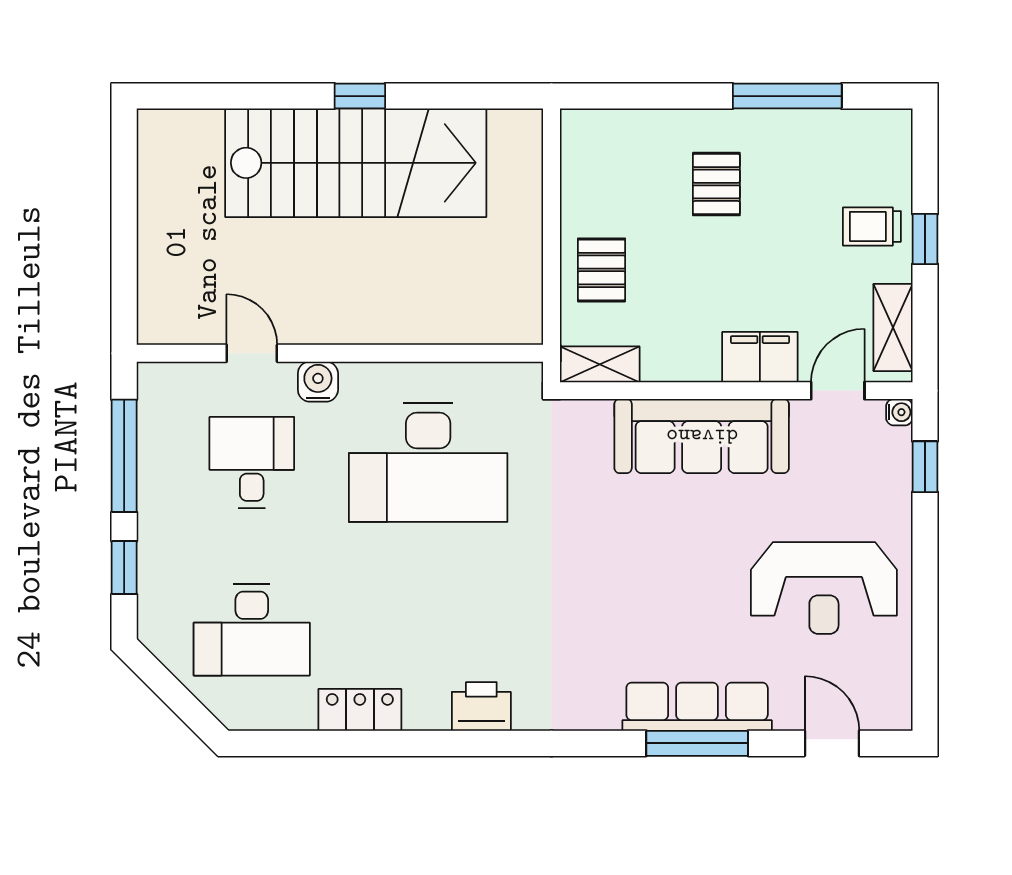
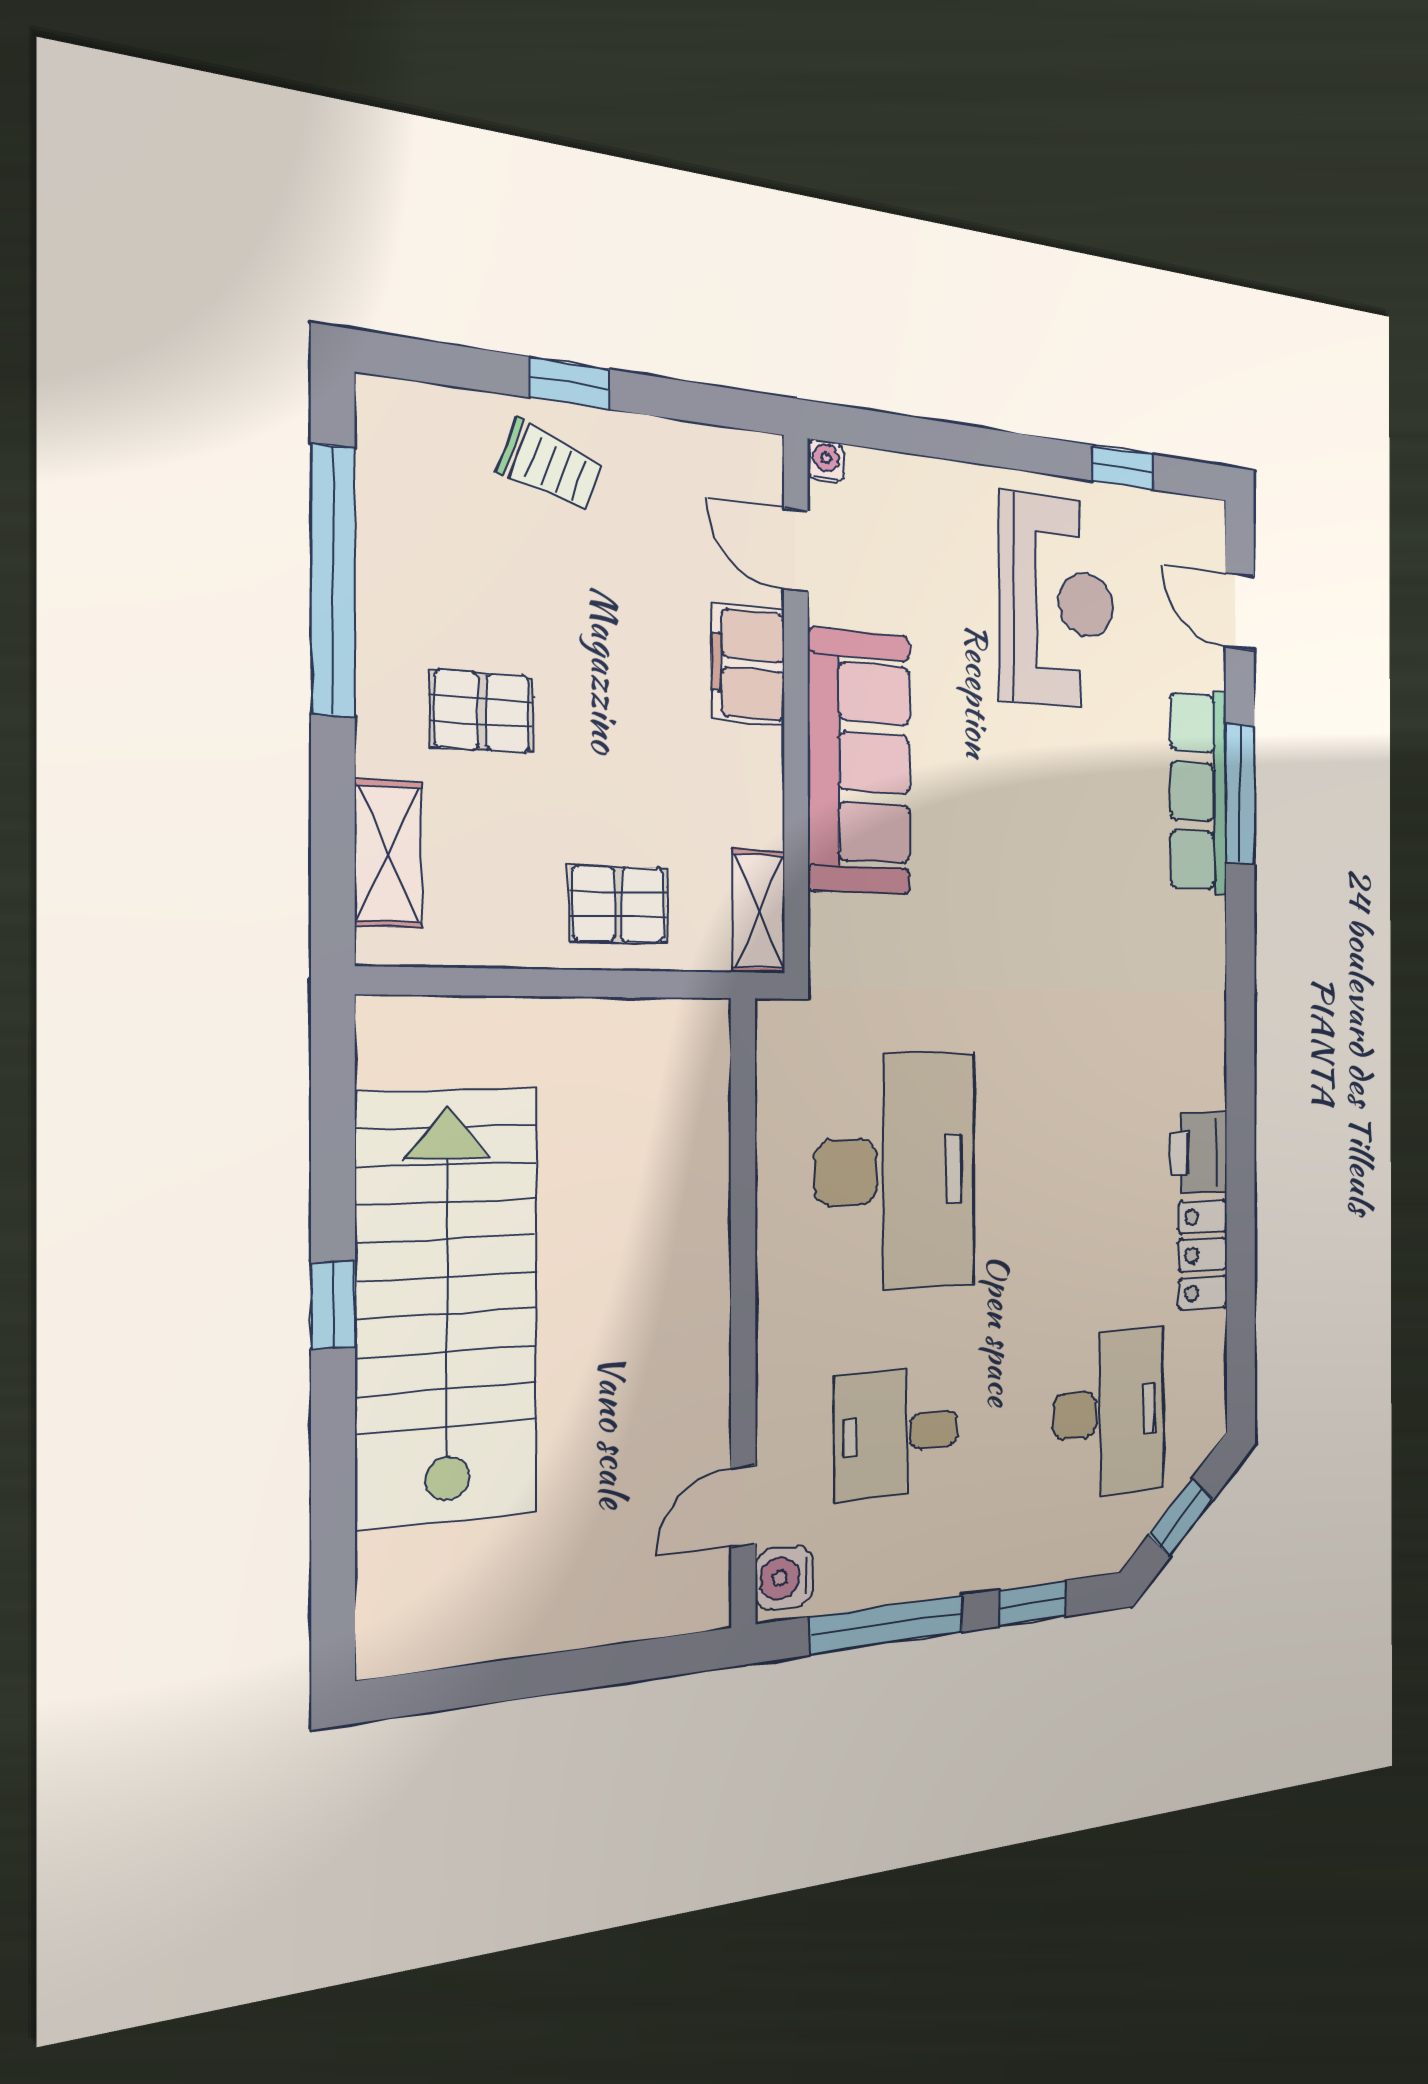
window: (787, 96) -> (333, 581), width x1.46
trolley: (872, 226) -> (550, 466), turned -70
shelving: (893, 327) -> (388, 854), moved, turned 90
door: (252, 353) -> (743, 1506), moved
water cooler: (318, 382) -> (784, 1578), moved
window: (925, 467) -> (1123, 468), moved
window: (171, 691) -> (1181, 1517), added
printer: (481, 706) -> (1199, 1153), moved
door: (832, 743) -> (1240, 611), hinge flipped

